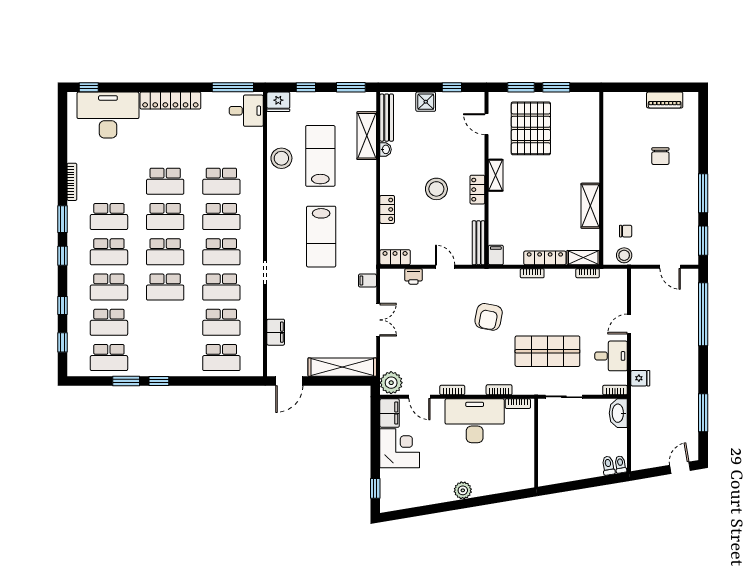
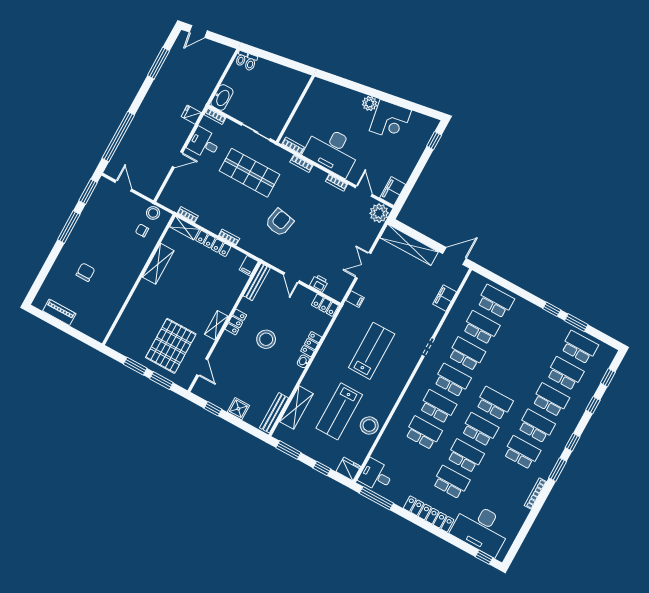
washbasin: (386, 149) -> (303, 361), moved
school desk: (165, 287) -> (451, 482), moved
corner desk: (400, 448) -> (390, 120), moved, turned -99

